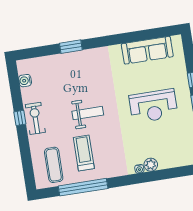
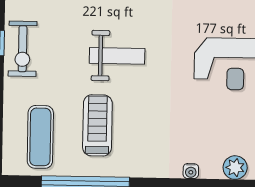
exercise bike: (35, 118) -> (23, 49), turned 180
plant: (151, 165) -> (235, 168), moved

